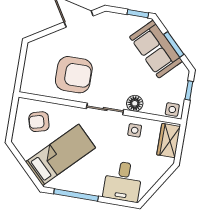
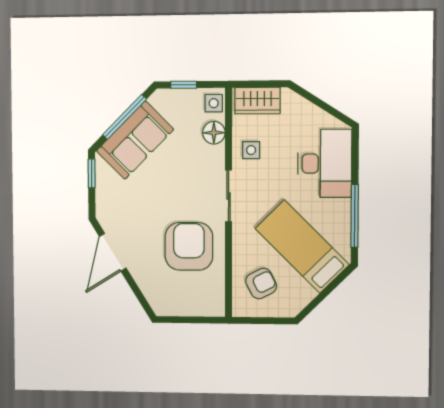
window: (174, 44) -> (125, 117), width x1.44
floor lamp: (135, 103) -> (214, 133), moved
armchair: (39, 122) -> (261, 283), turned -102
desk: (123, 181) -> (325, 163), width x1.37

